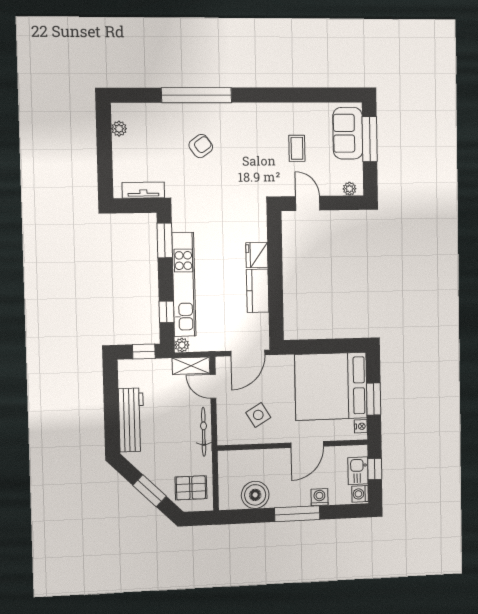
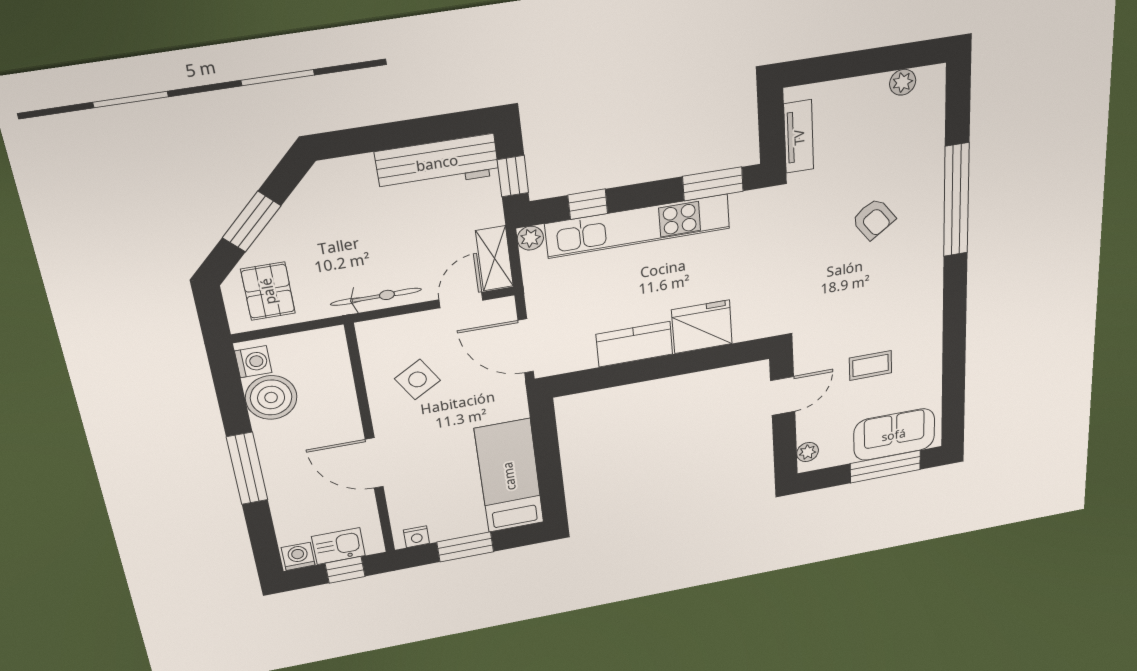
fridge: (257, 255) -> (702, 327), width x1.36, depth x1.34
bed: (331, 386) -> (509, 476), width x0.49
workbench: (131, 420) -> (437, 163), moved
washing machine: (319, 497) -> (253, 362), moved

